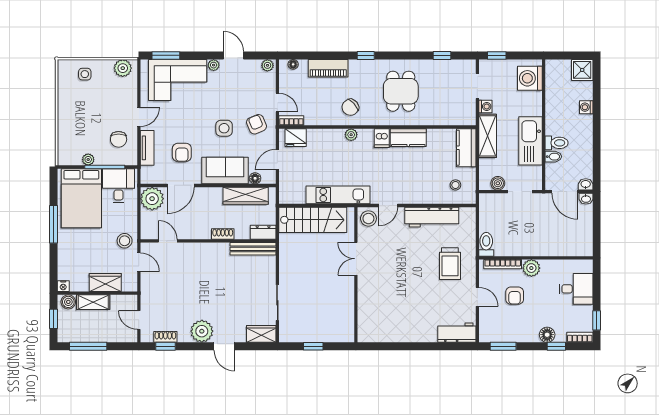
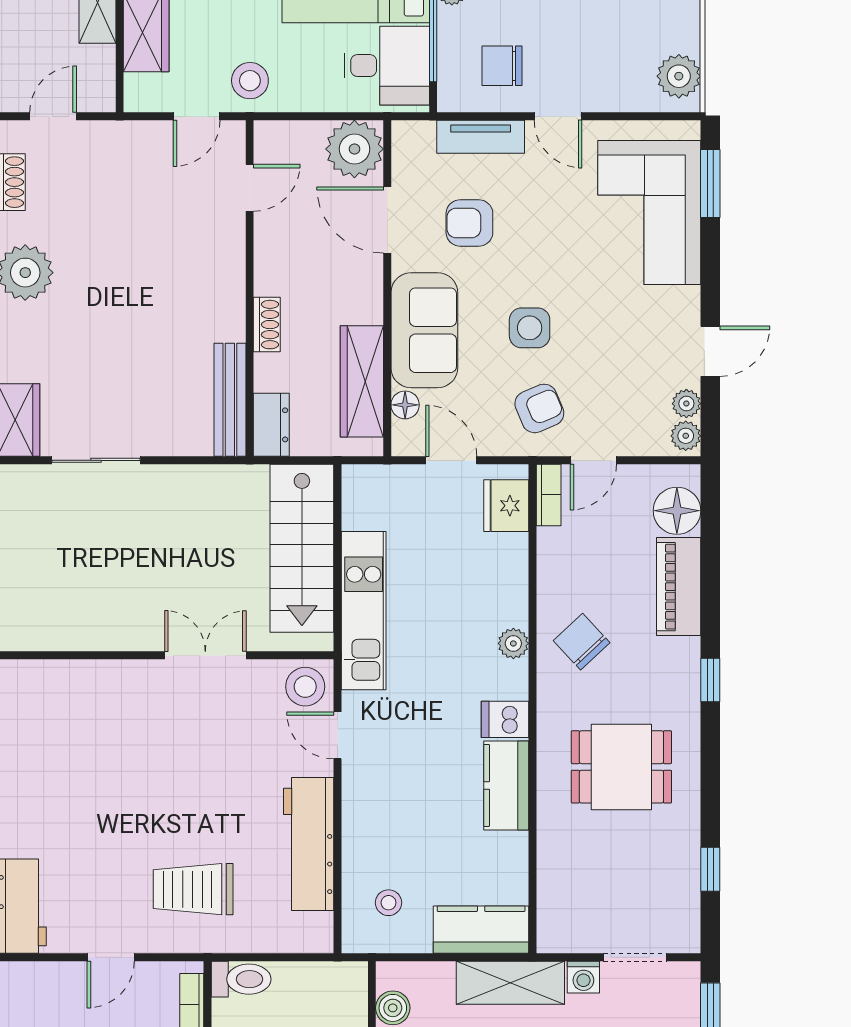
floor lamp: (293, 64) -> (677, 511), width x1.89, depth x1.89
plant: (214, 65) -> (686, 404), moved

